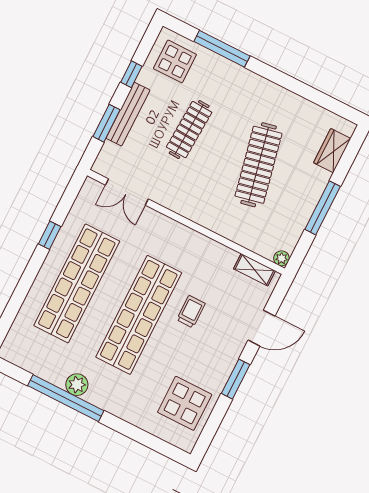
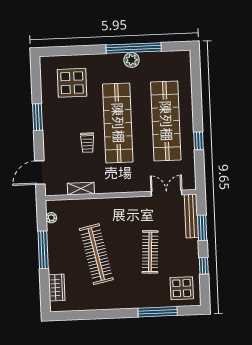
bench: (128, 114) -> (191, 216), moved
plant: (281, 258) -> (51, 218), moved
shelving: (254, 270) -> (81, 189), moved
door: (262, 328) -> (40, 173), moved
display table: (185, 403) -> (72, 83), moved

